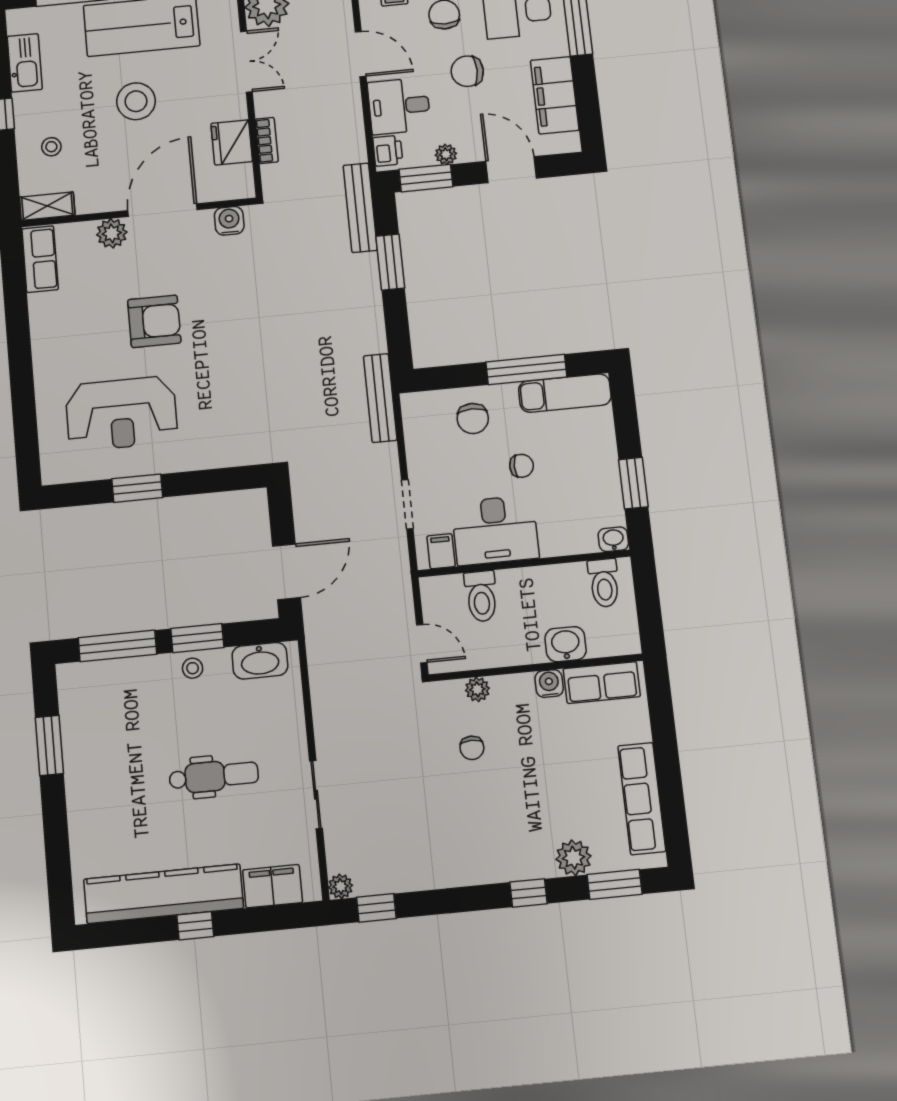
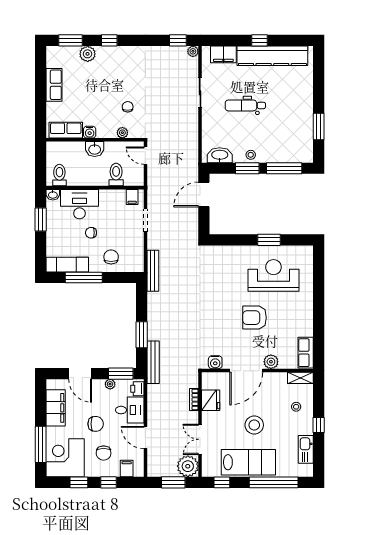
desk: (495, 530) -> (79, 204), moved
washbasin: (566, 644) -> (95, 149), moved
row of seats: (642, 799) -> (54, 85), width x0.68

